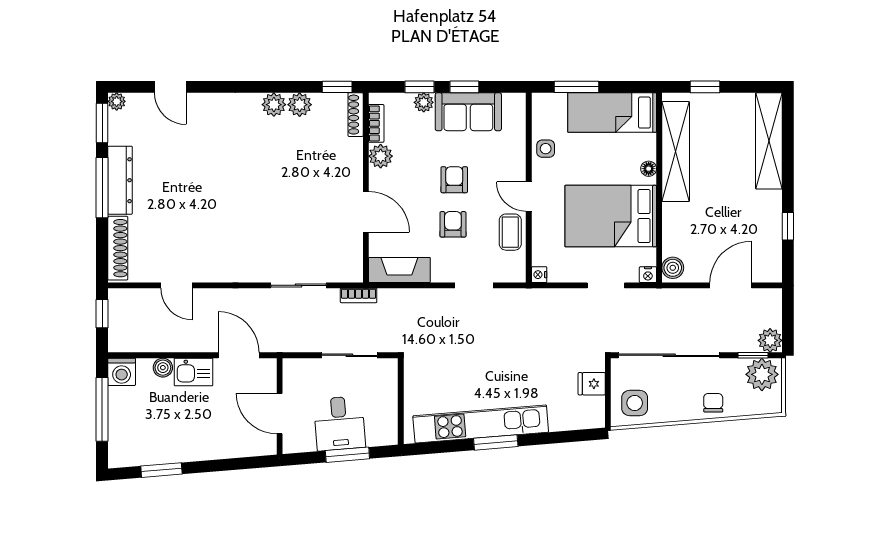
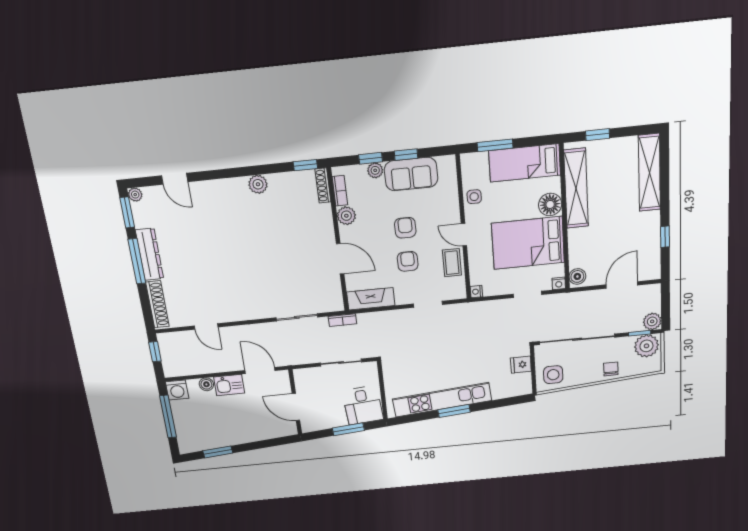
plant: (300, 105) -> (278, 182), removed
floor lamp: (649, 169) -> (550, 204), width x1.89, depth x1.89
desk: (339, 423) -> (363, 405), moved

